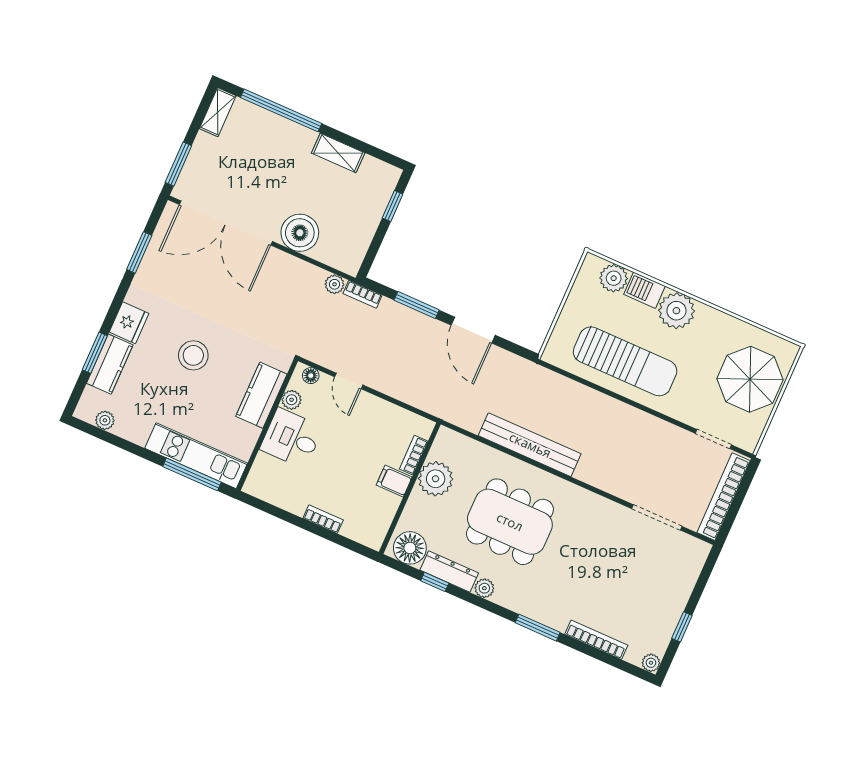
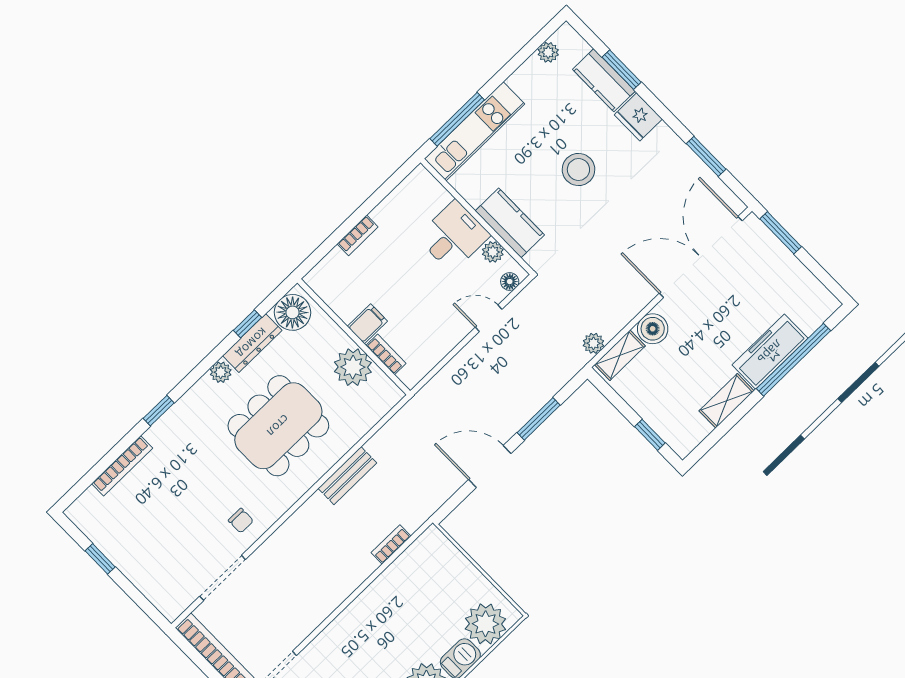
shelving: (218, 112) -> (620, 355), moved, turned 90
freezer: (282, 133) -> (770, 352), added
boiler: (300, 233) -> (653, 329), width x0.73, depth x0.73
plant: (614, 278) -> (485, 624), width x1.36, depth x1.36
bookcase: (363, 294) -> (391, 544), moved
sun lounger: (625, 361) -> (395, 609), removed
bench: (530, 445) -> (347, 476), width x0.54, depth x0.82
chair: (602, 521) -> (241, 521), added
window: (538, 628) -> (159, 411), width x0.67
plant: (651, 663) -> (76, 512), removed

